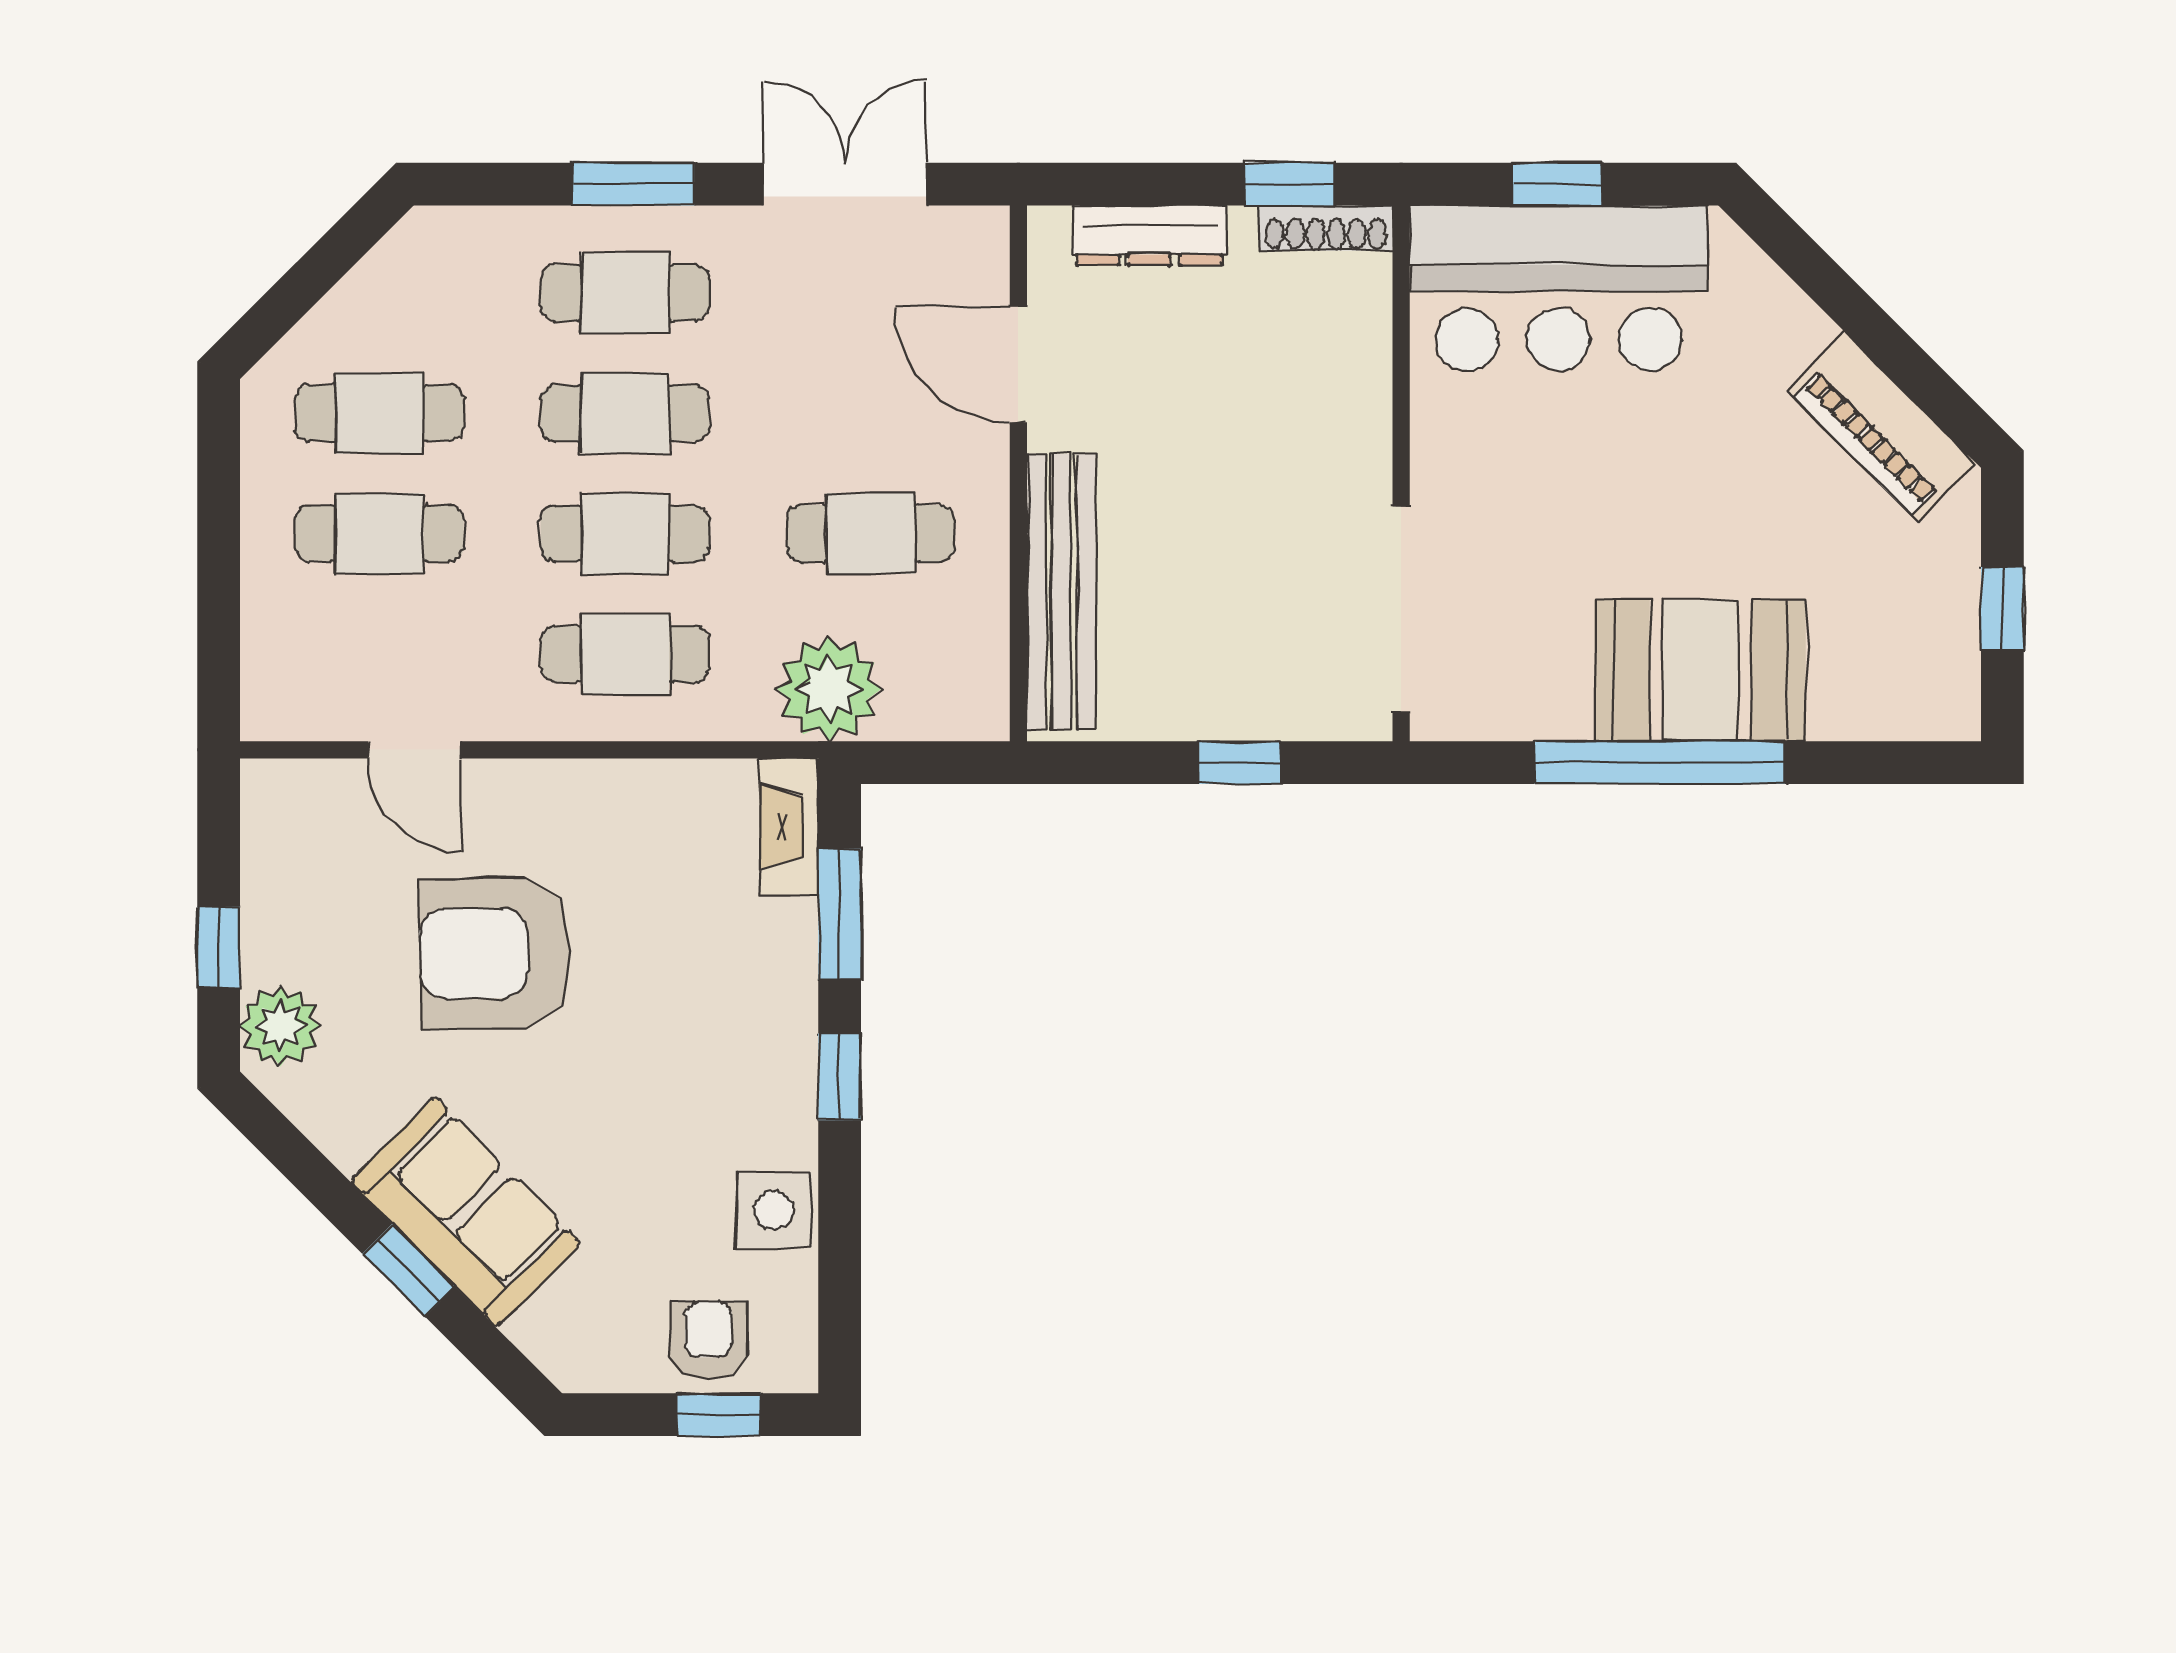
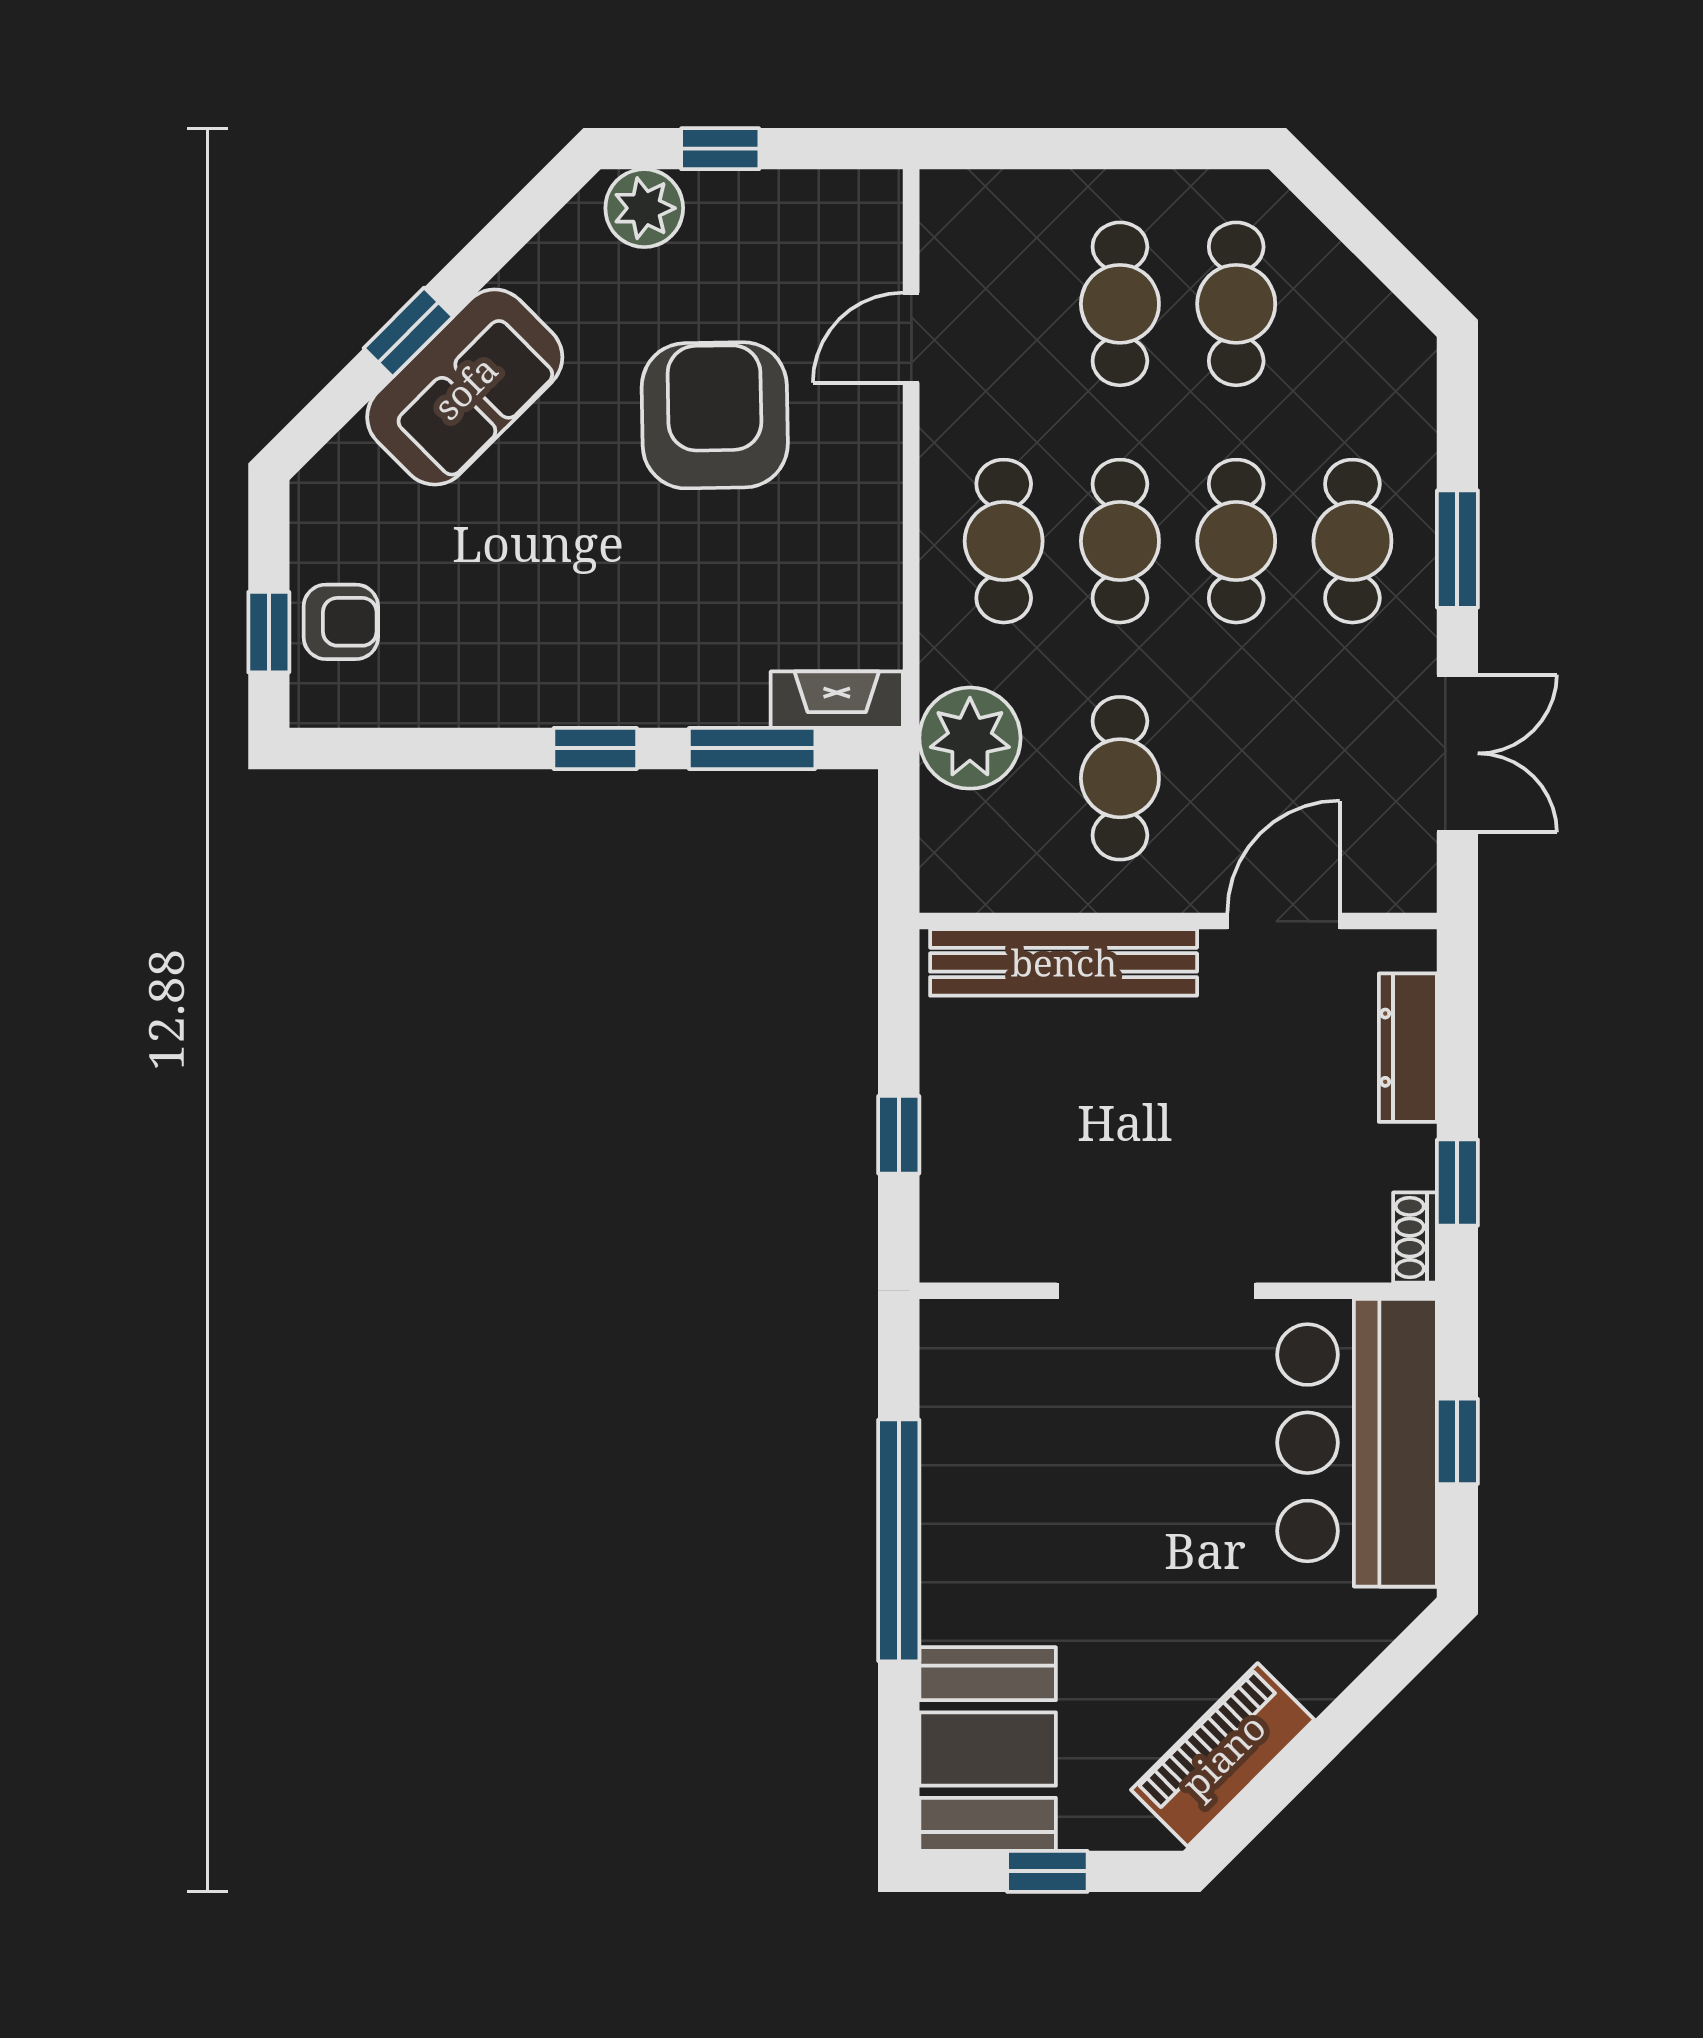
shoe rack: (1326, 228) -> (1415, 1237), width x0.70
doorway: (1401, 609) -> (1156, 1291), moved
booth: (1700, 671) -> (988, 1749), moved
side table: (774, 1210) -> (466, 685), removed

